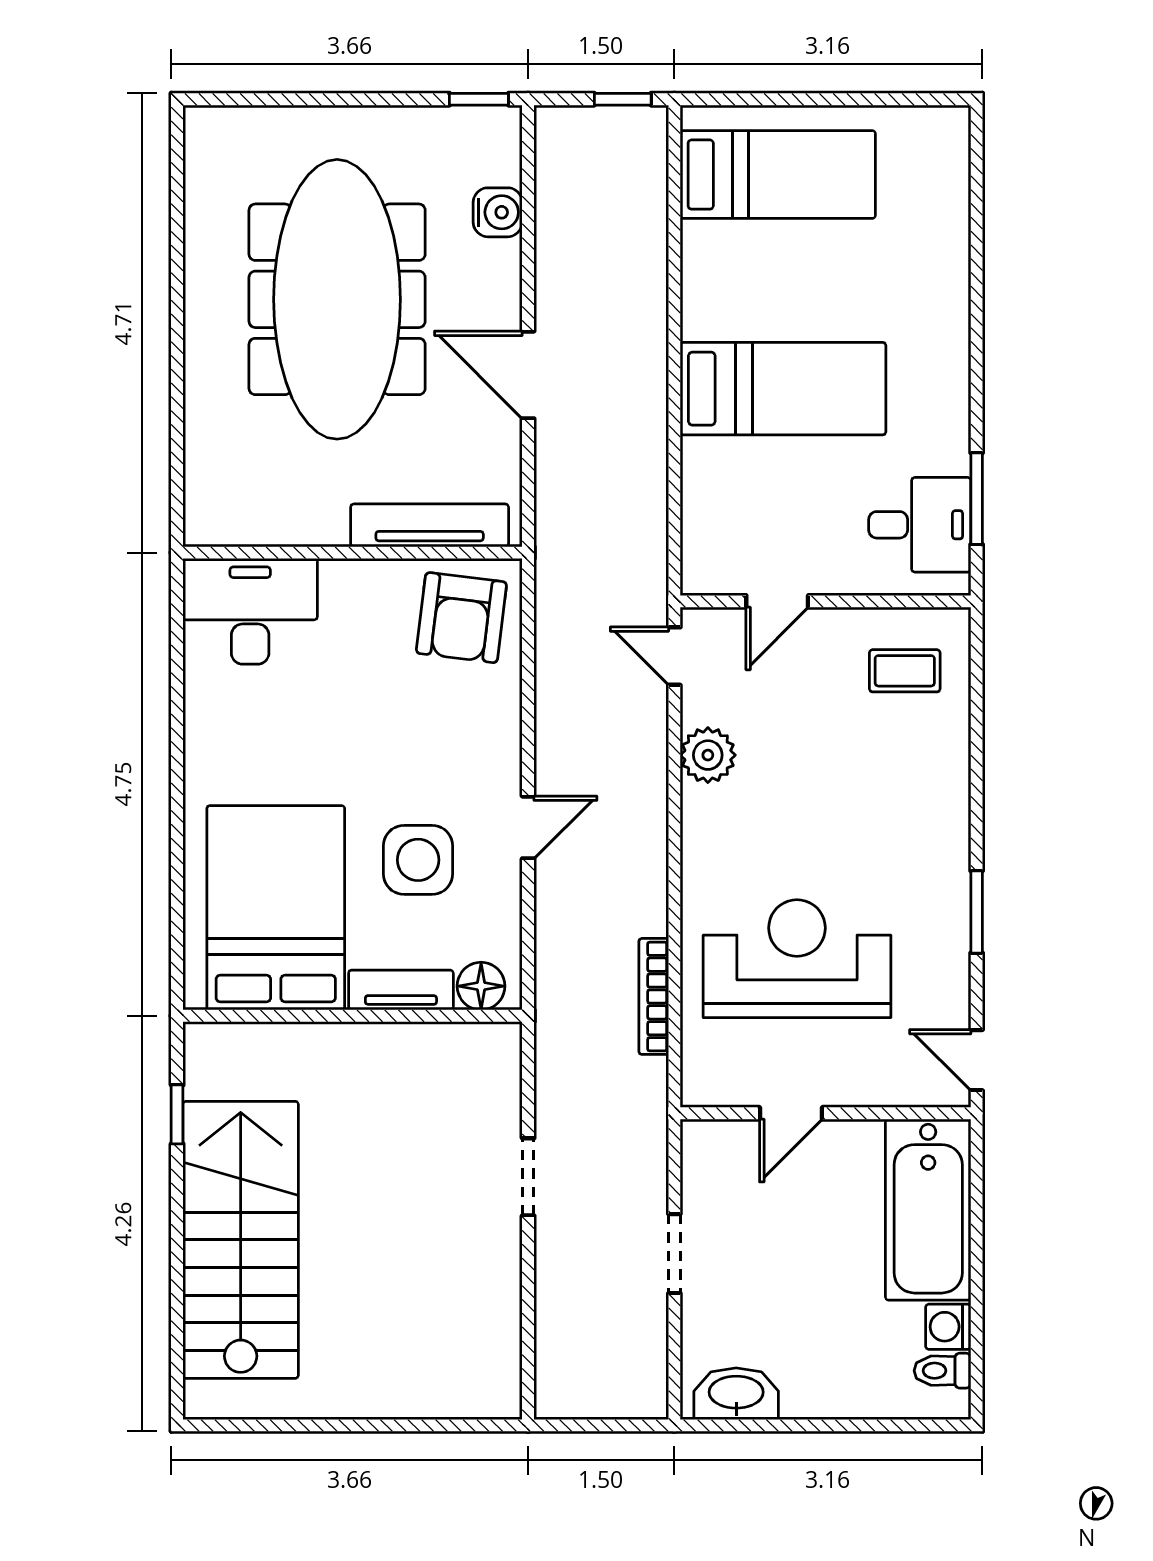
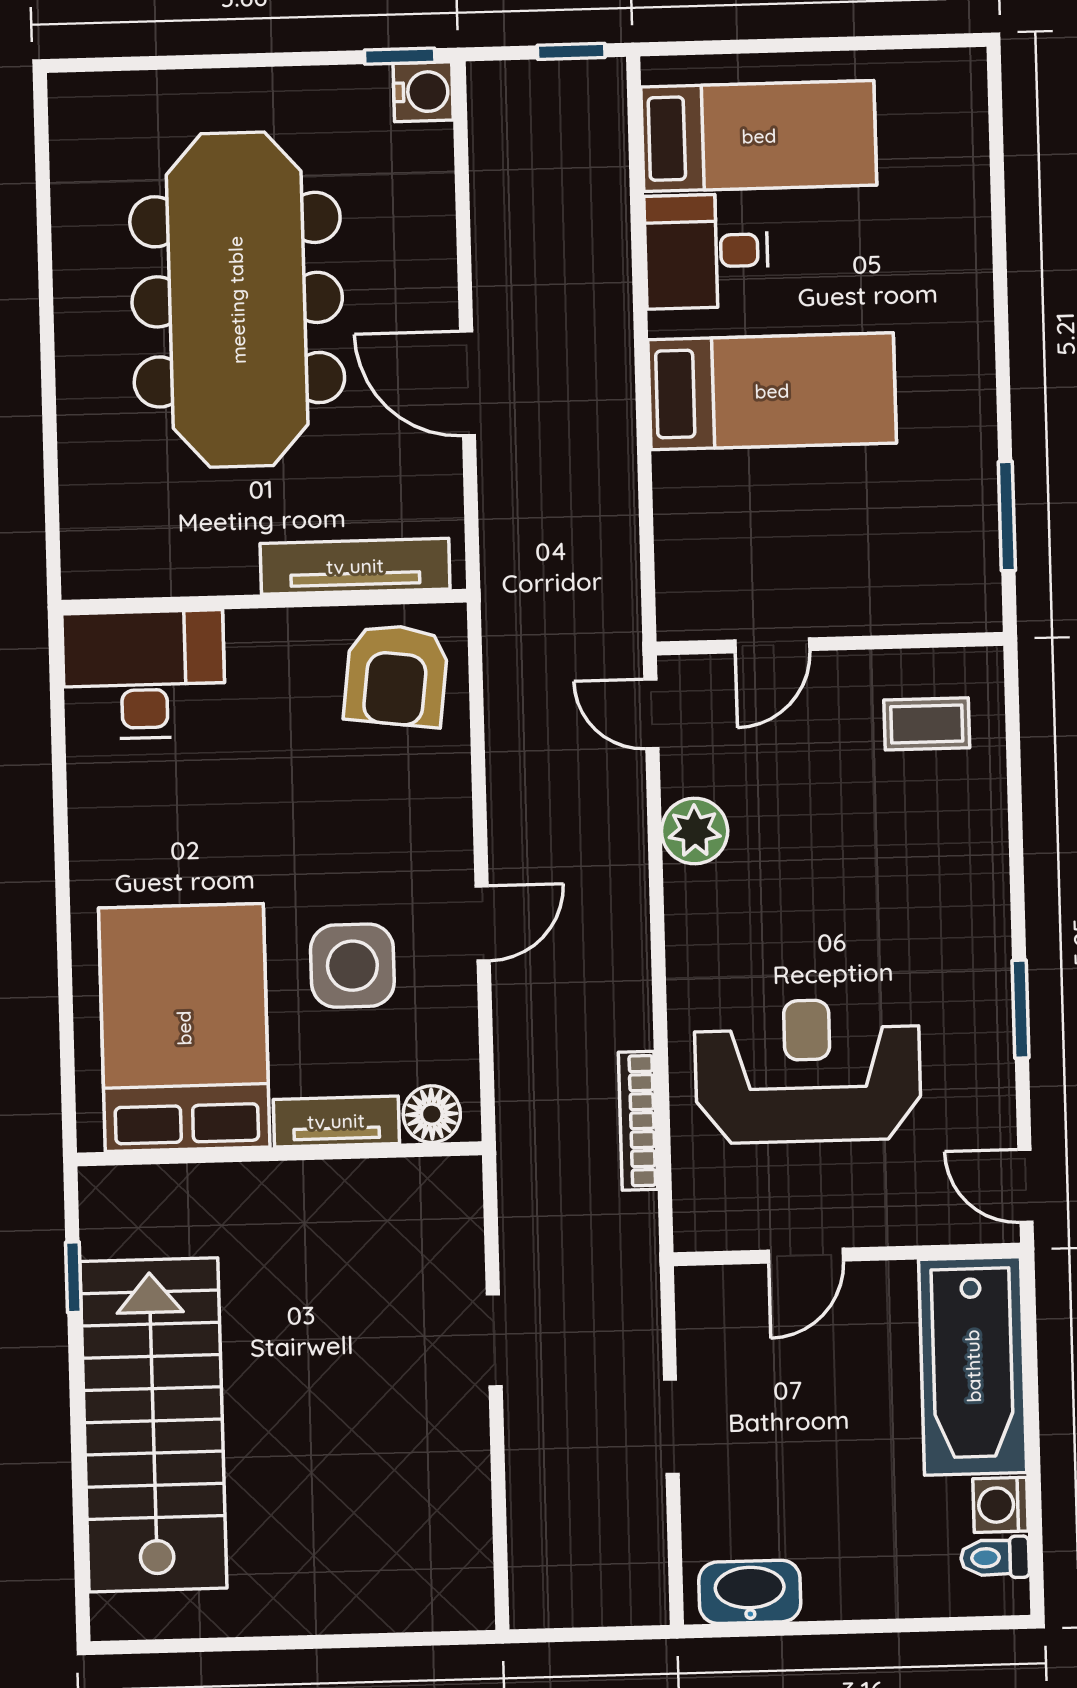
water cooler: (498, 212) -> (423, 92), moved
desk: (920, 525) -> (706, 251), moved, turned 180

